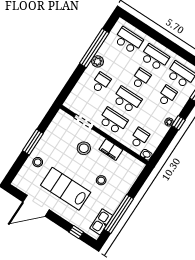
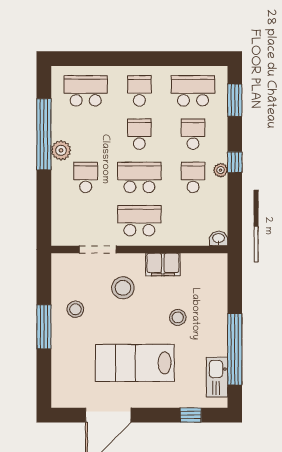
school desk: (155, 57) -> (139, 91), width x0.54
school desk: (139, 138) -> (193, 177), moved
stool: (38, 162) -> (75, 309), moved

